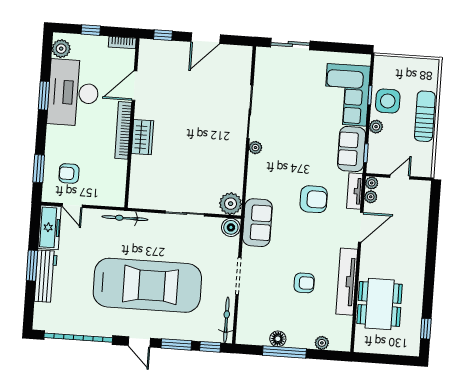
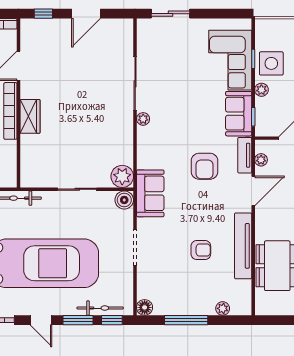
plant: (372, 183) -> (261, 146), removed
armchair: (314, 199) -> (205, 166), turned 90
bicycle: (226, 320) -> (100, 308), moved, turned 90
floor lamp: (278, 339) -> (145, 307), moved

